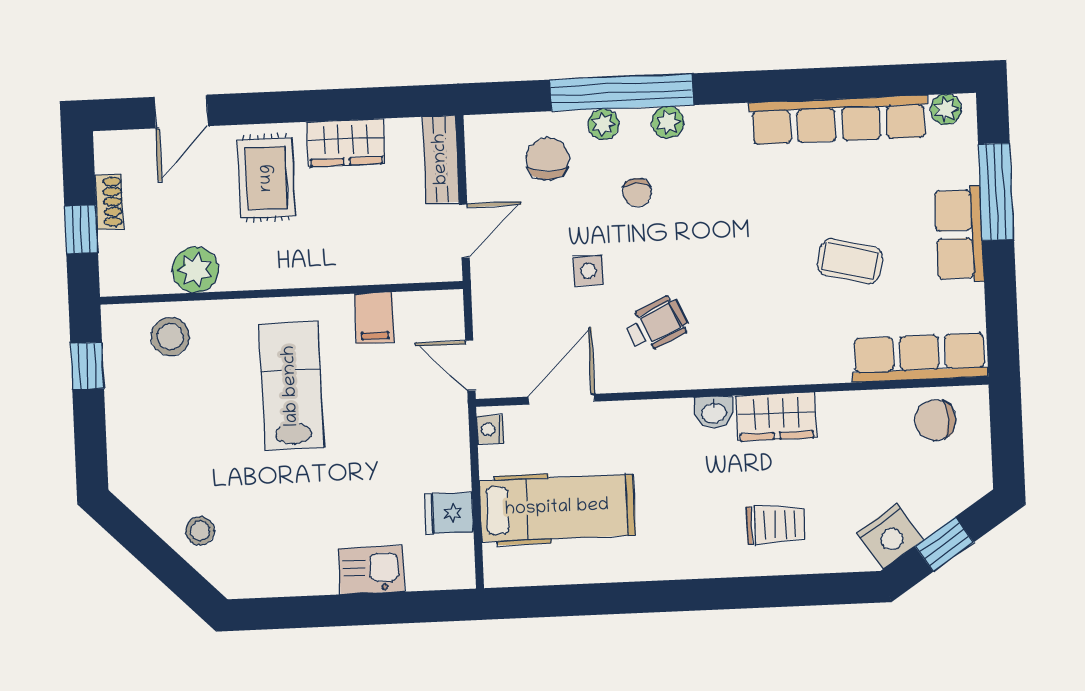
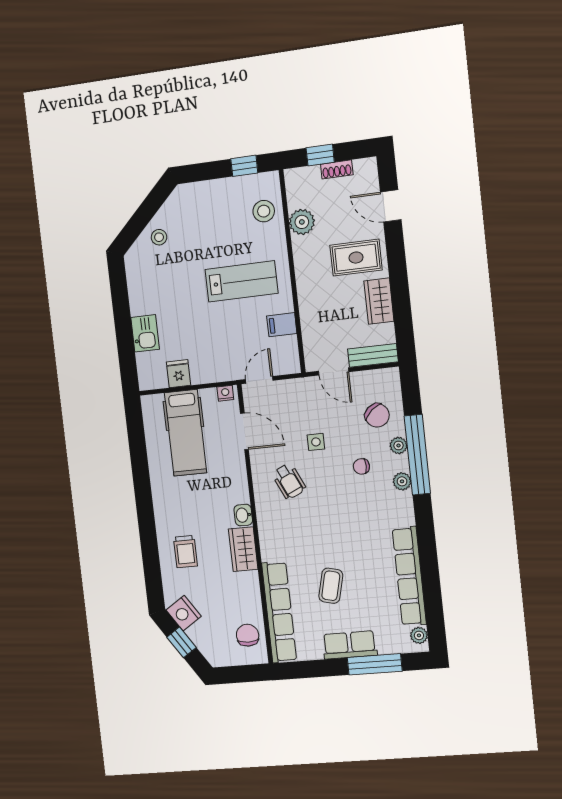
chair: (548, 159) -> (377, 415), turned 47
row of seats: (919, 358) -> (279, 612), width x1.36

